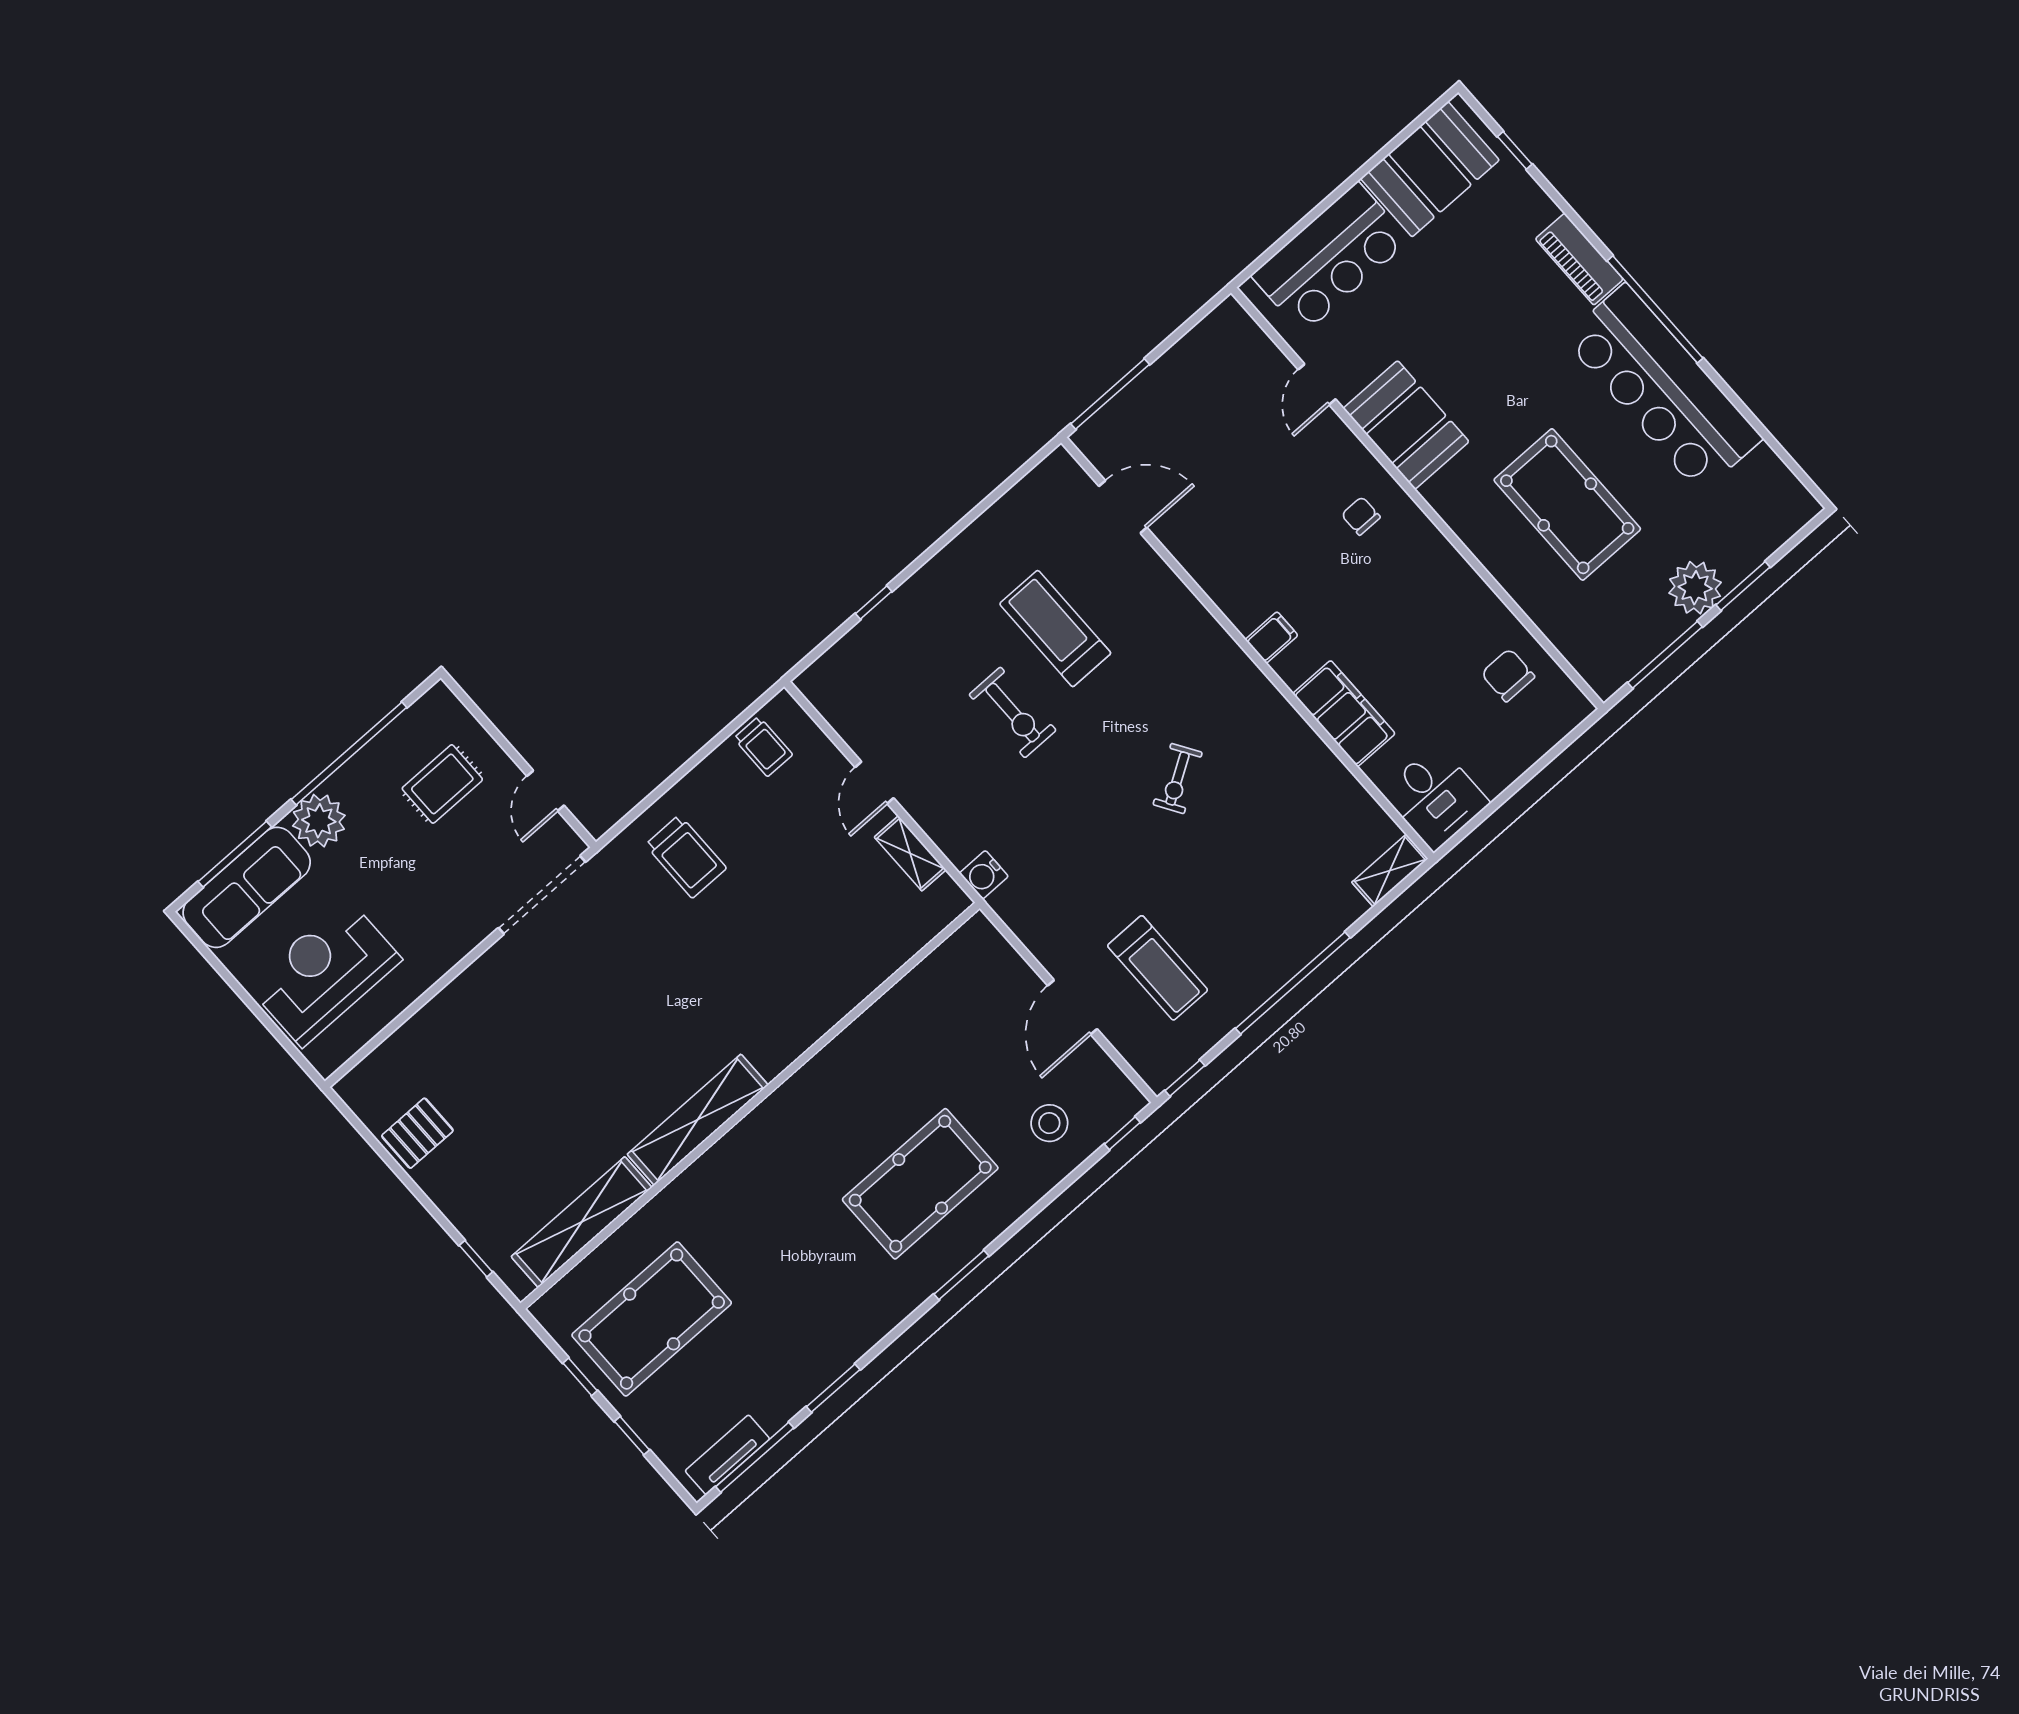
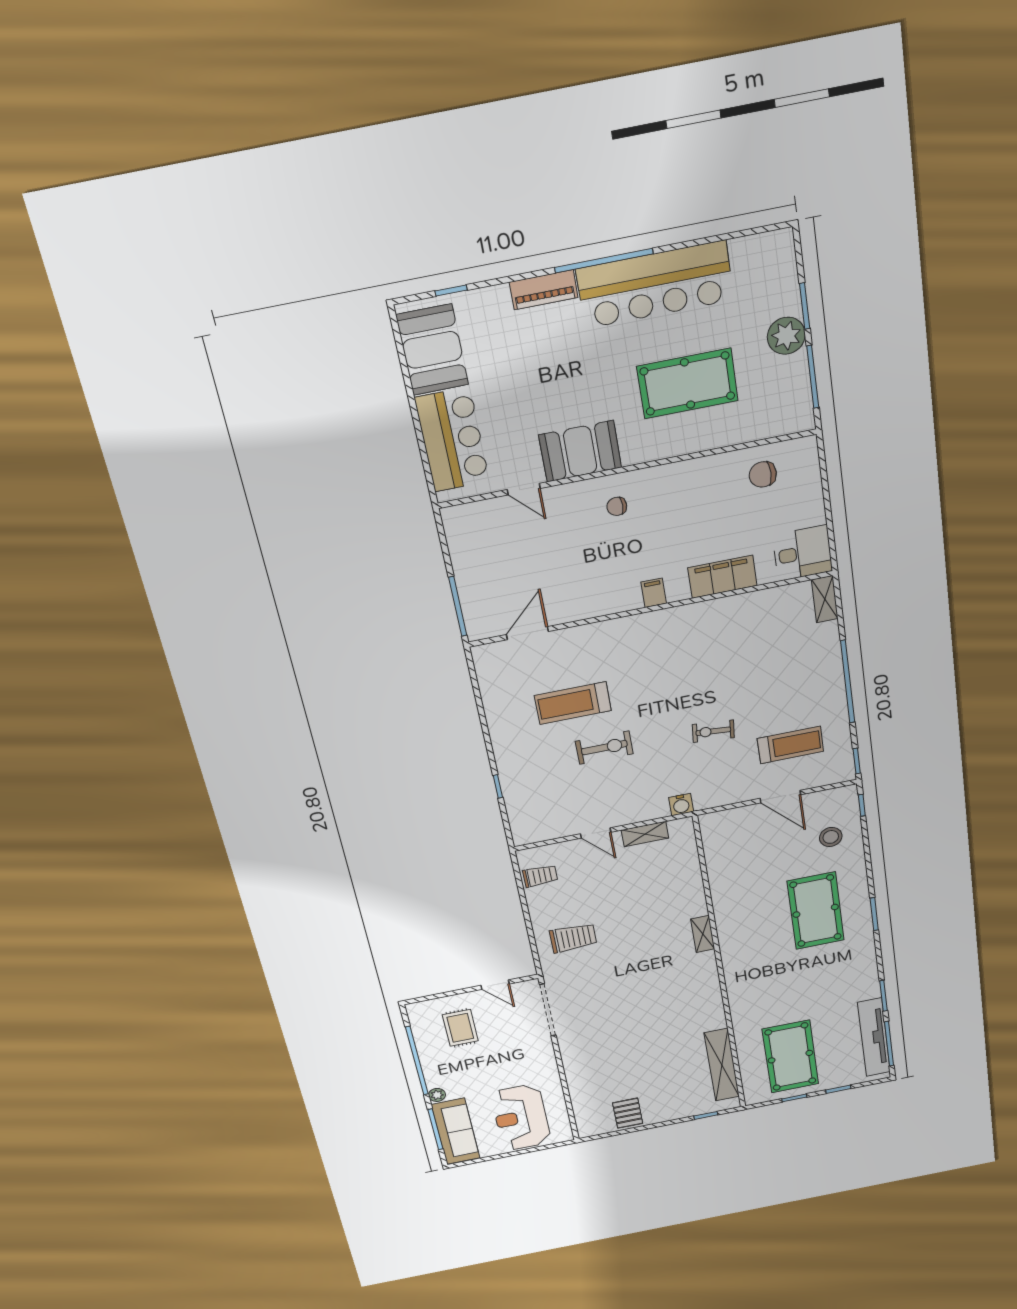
exercise bike: (1178, 779) -> (713, 731), moved, turned 127
plant: (319, 821) -> (437, 1095), width x0.53, depth x0.53
shelving: (698, 1120) -> (703, 934), moved, width x0.45, depth x0.75
tv unit: (727, 1455) -> (874, 1037), width x1.92, depth x1.29

